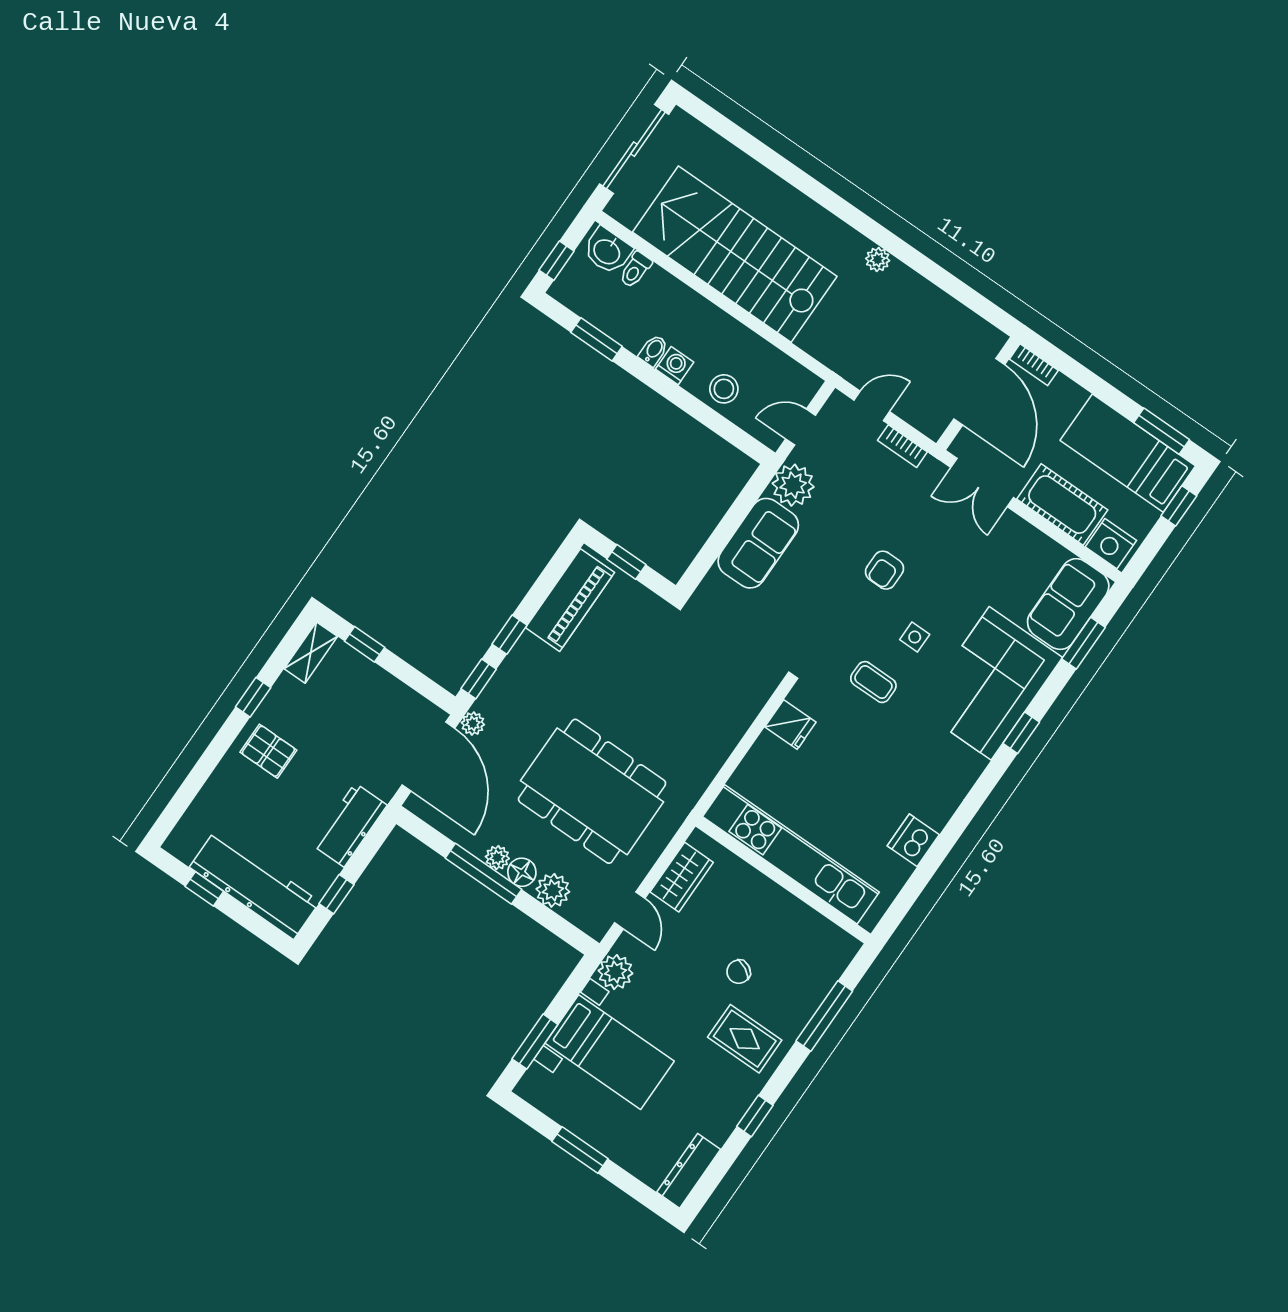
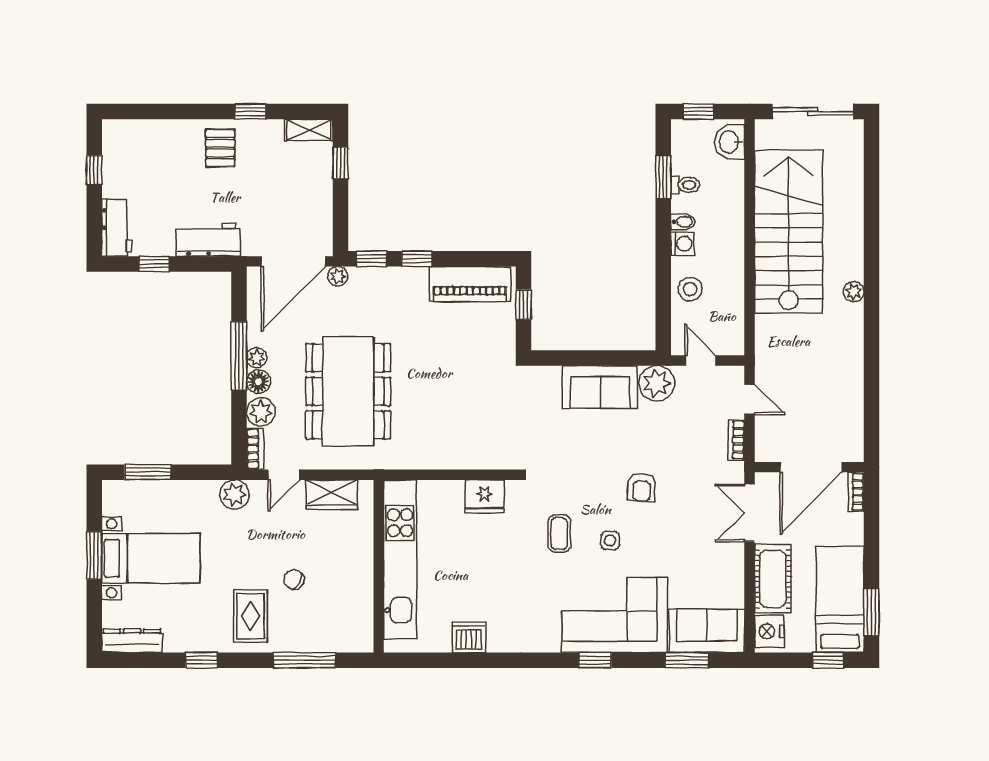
plant: (878, 260) -> (854, 292), moved
toilet: (635, 270) -> (685, 185), moved, turned 180
armchair: (885, 570) -> (642, 487), turned -87
fridge: (790, 725) -> (484, 497), width x1.38
workbench: (255, 885) -> (117, 228), width x0.53, depth x0.76
bookcase: (585, 921) -> (255, 449), added
bed with nightstands: (610, 1052) -> (151, 558), moved, turned -90

